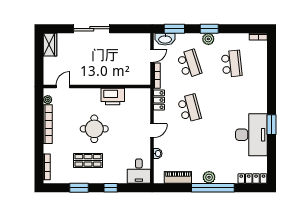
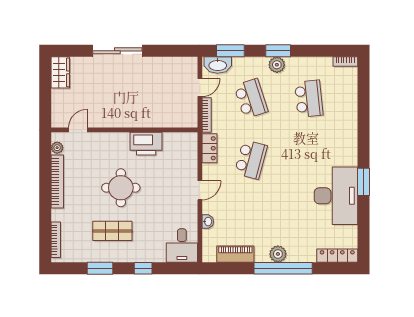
school desk: (189, 108) -> (251, 160), turned 30

